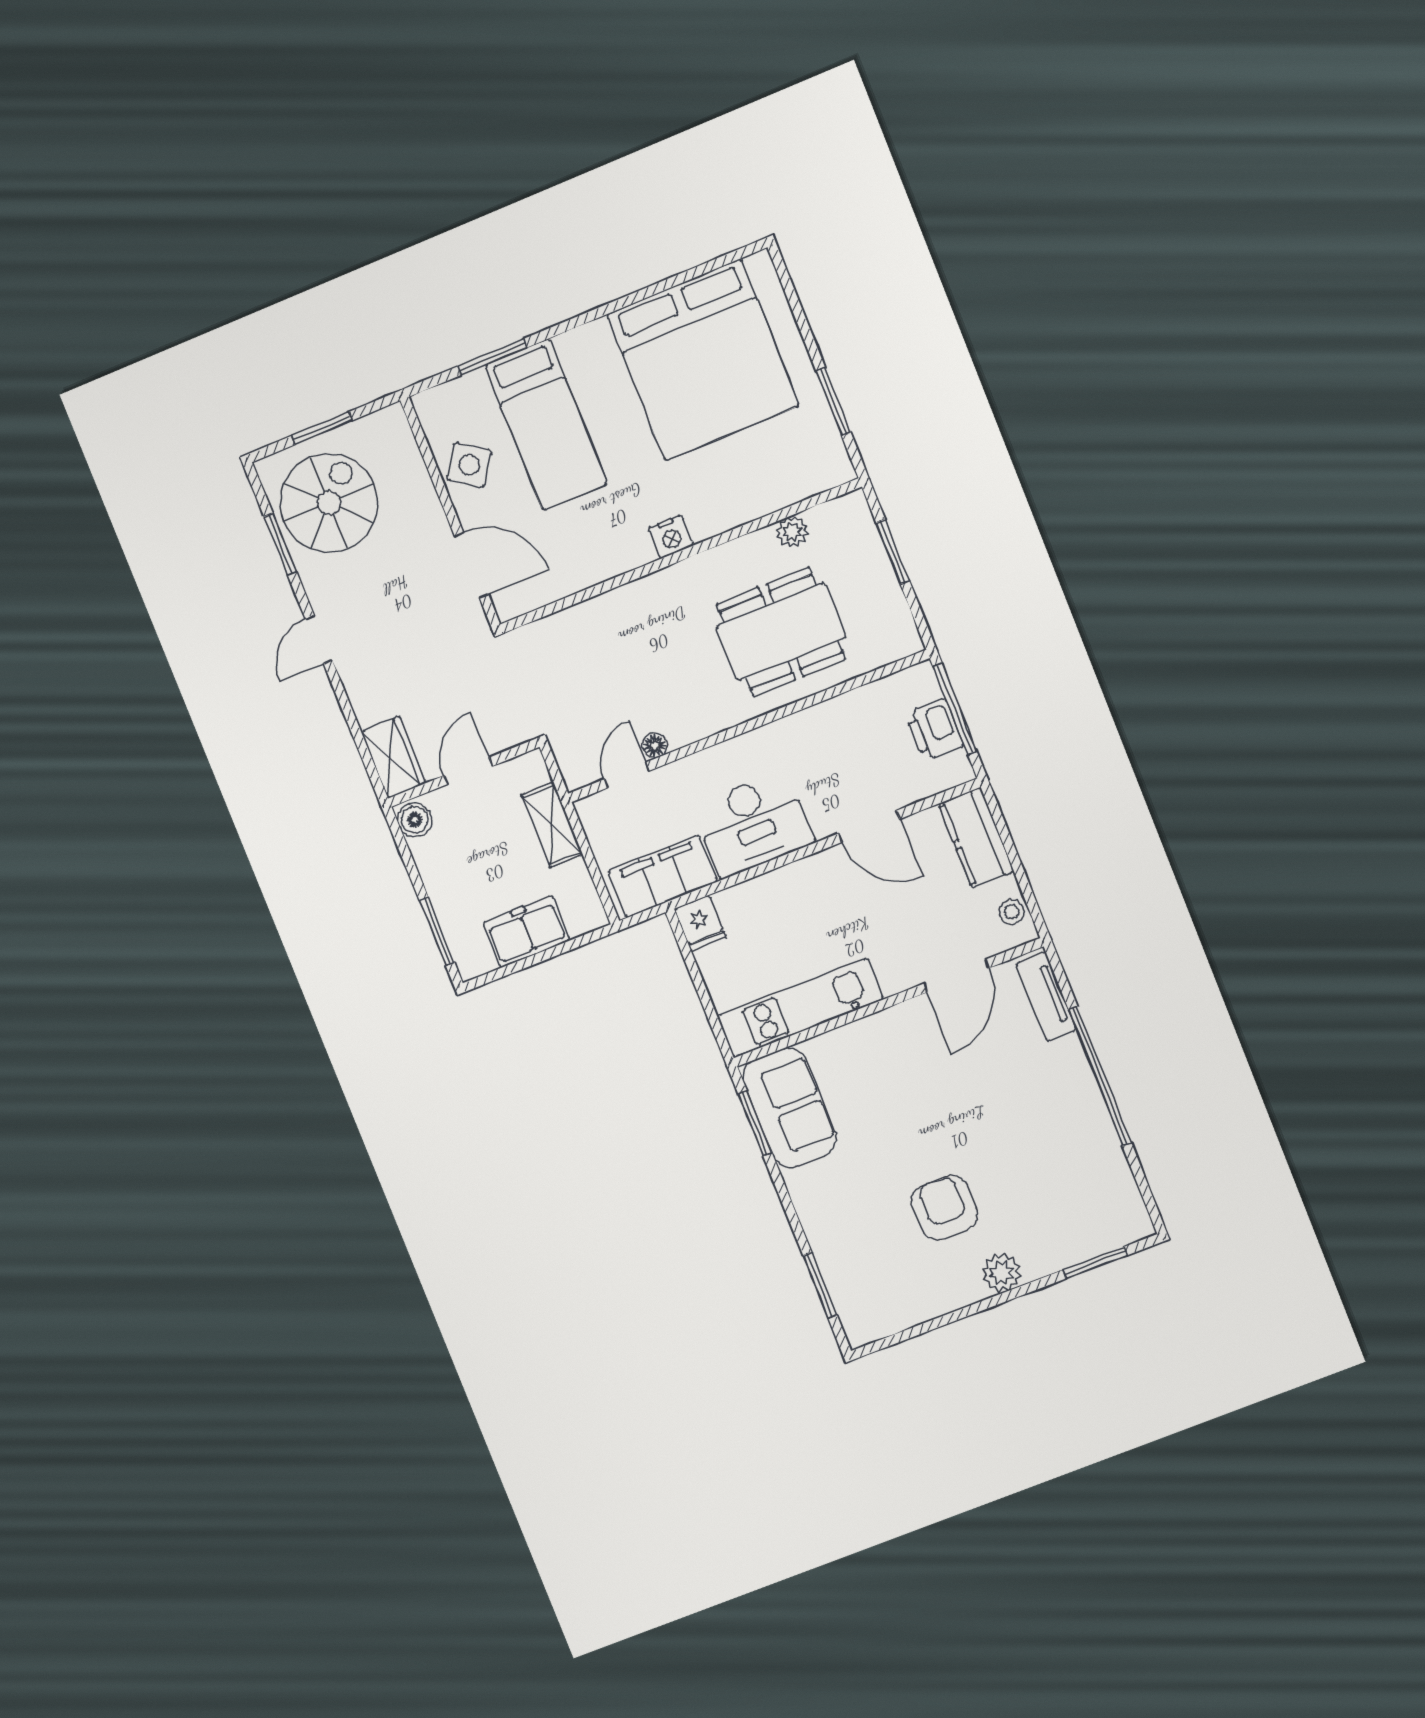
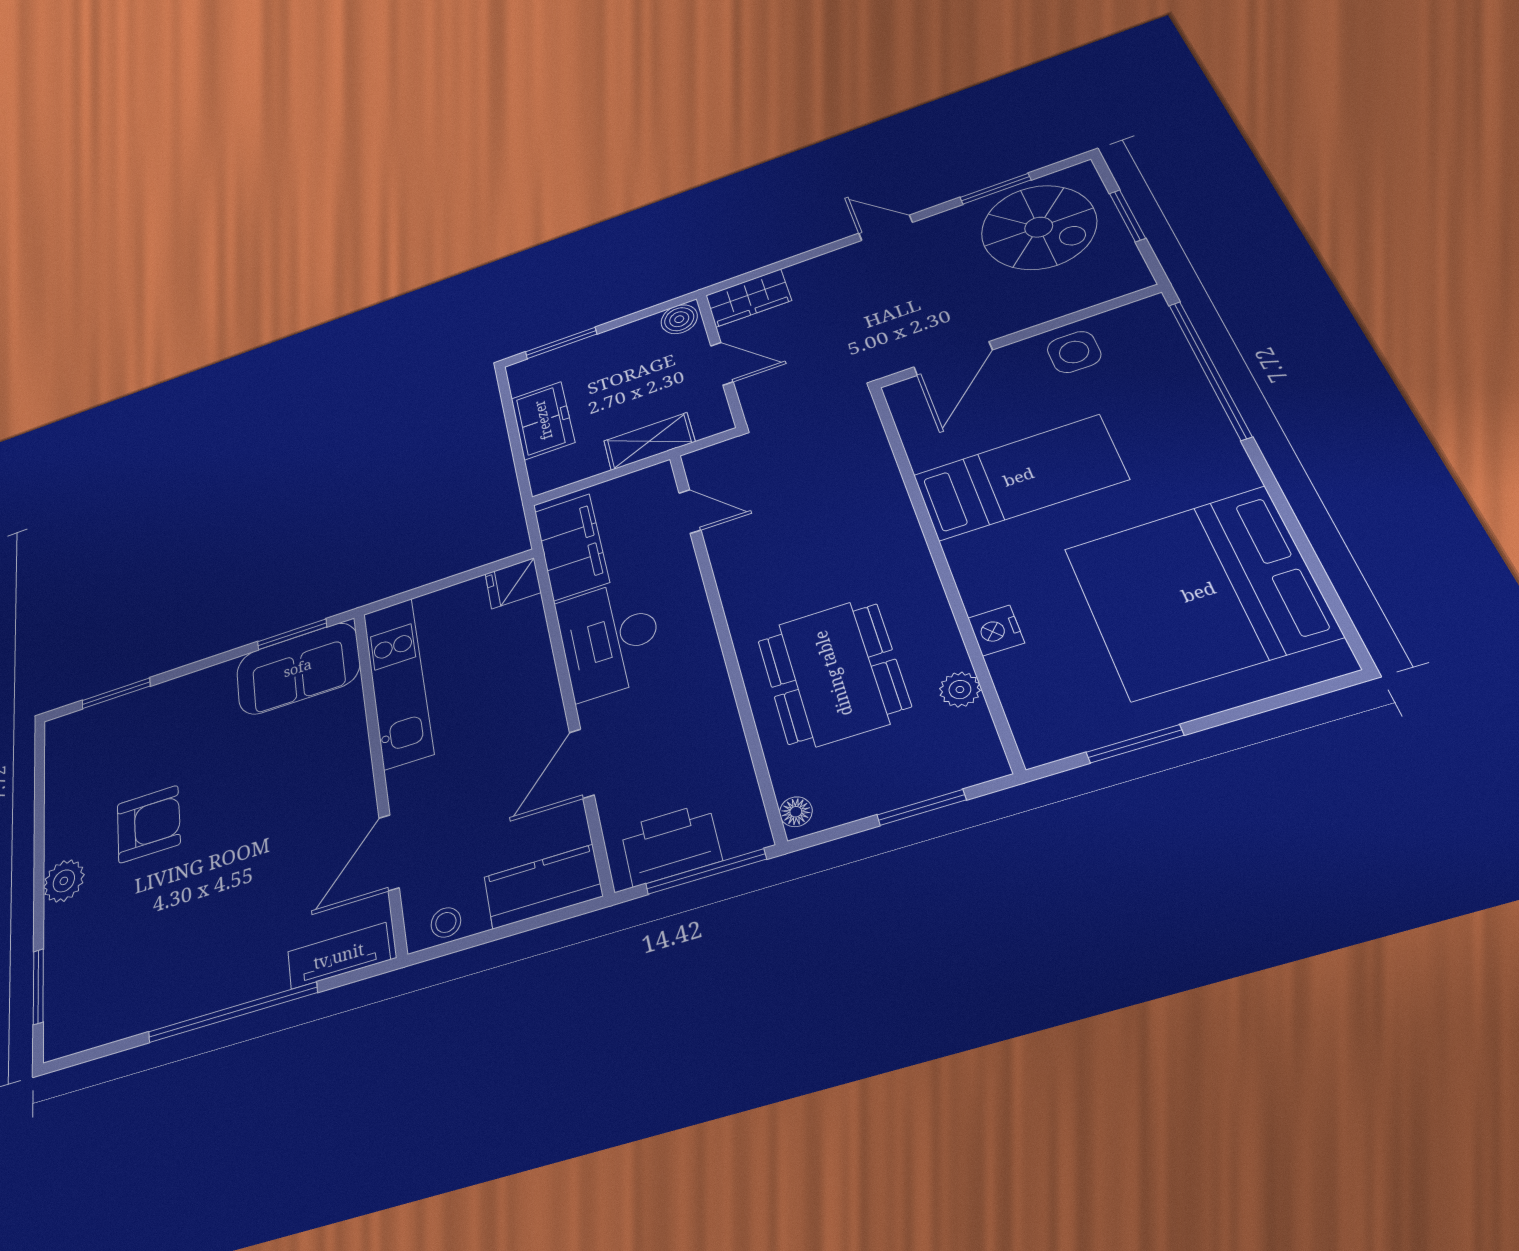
window: (492, 357) -> (1209, 369), width x2.11
bed: (546, 425) -> (1019, 477), moved, turned 180
side table: (469, 465) -> (1074, 352), turned -35
nightstand: (671, 537) -> (996, 630), moved
printer: (935, 730) -> (671, 844), width x1.37, depth x1.19
floor lamp: (655, 746) -> (796, 812), moved
door: (956, 976) -> (389, 852), hinge flipped

